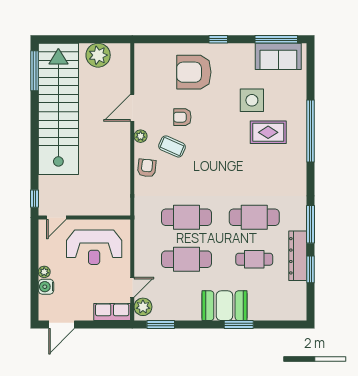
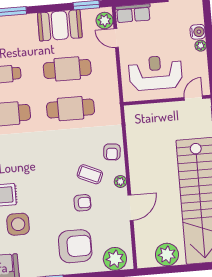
plant: (153, 55) -> (115, 259), added
door: (132, 287) -> (116, 38), hinge flipped
booth: (224, 306) -> (60, 25), moved

